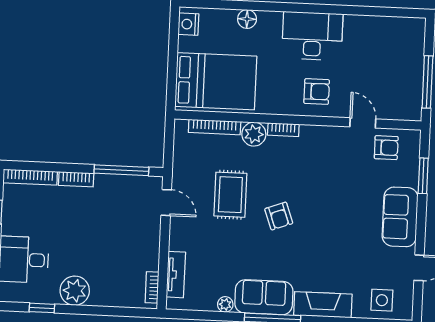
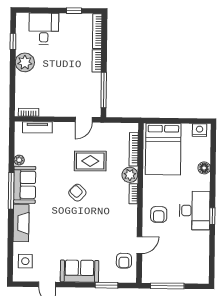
window: (322, 9) -> (212, 216), added
armchair: (279, 216) -> (77, 193), turned 64

